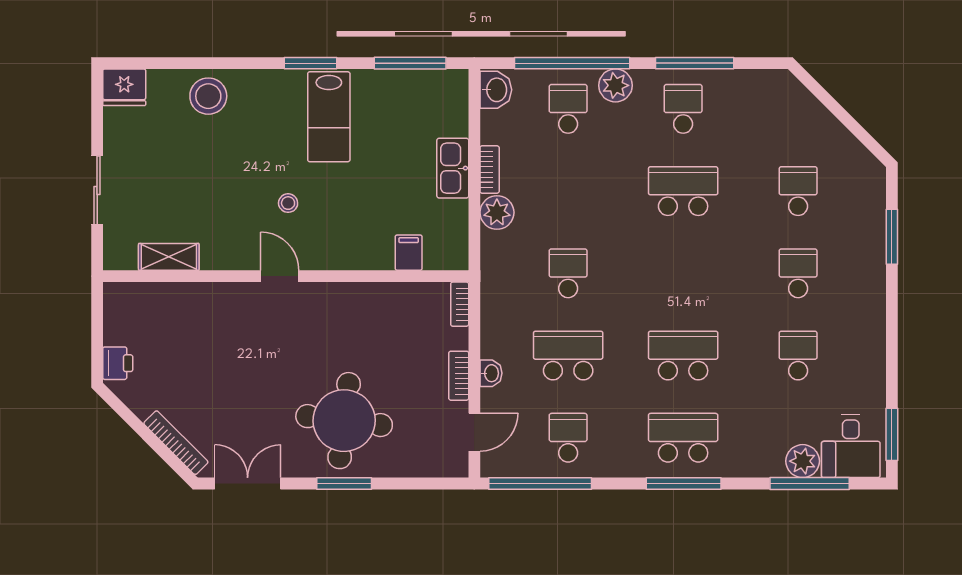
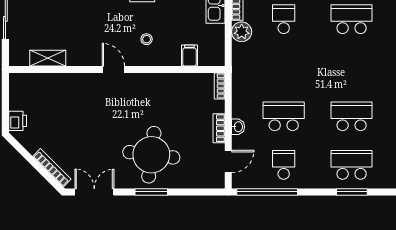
stool: (288, 203) -> (147, 39), moved
school desk: (568, 273) -> (284, 19), moved
window: (684, 483) -> (352, 192), width x0.69

